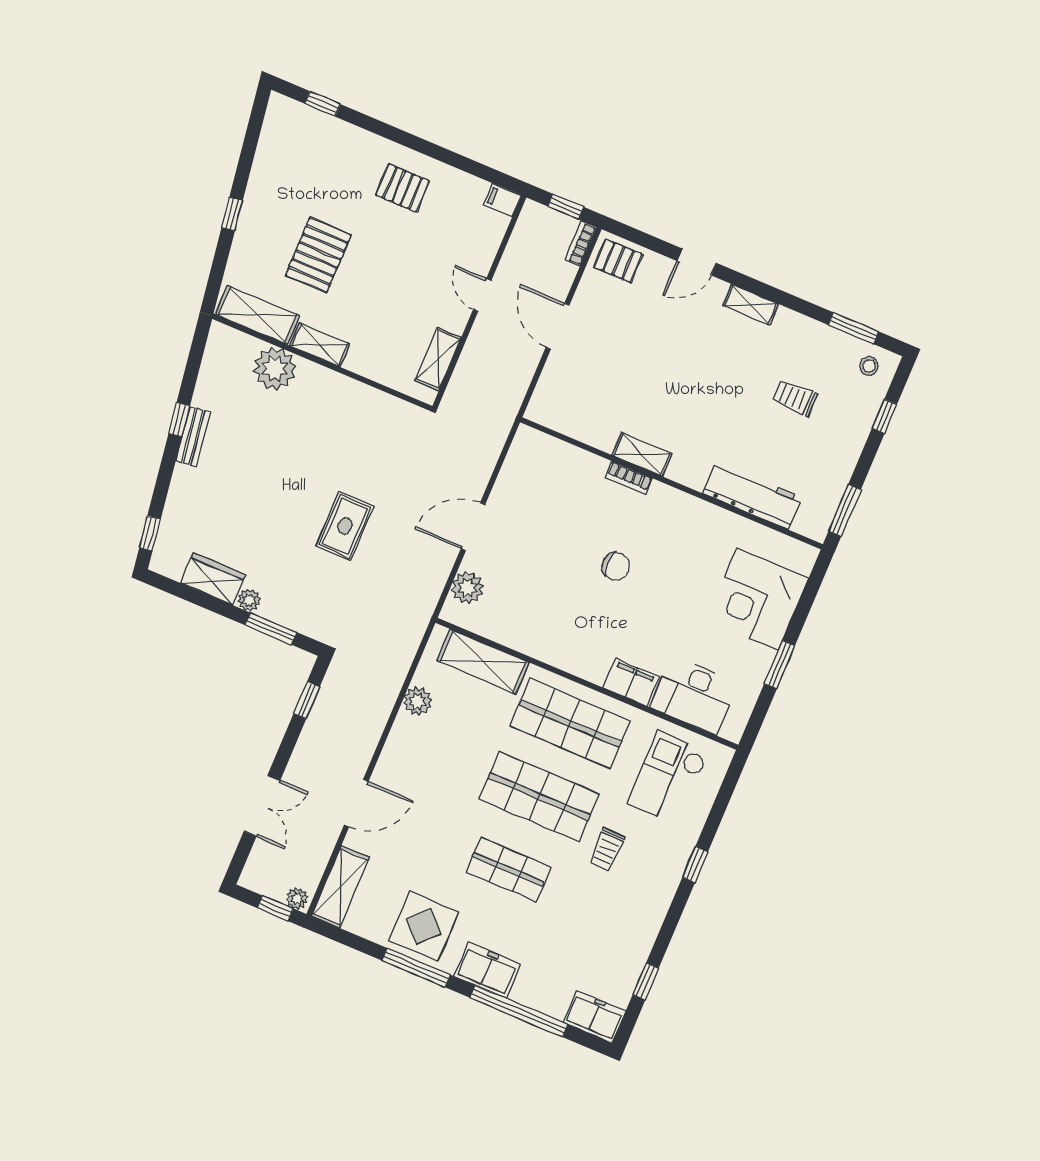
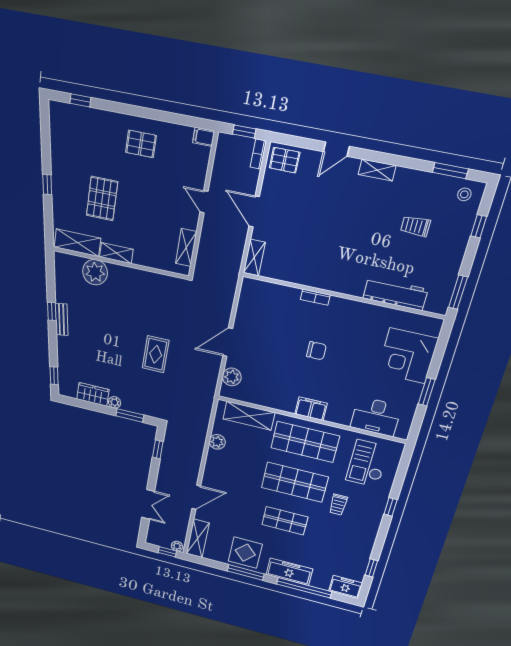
shelving: (642, 454) -> (254, 258), moved, turned 90
filing cabinet: (631, 682) -> (311, 409), moved
freezer: (487, 970) -> (289, 572), width x1.40

